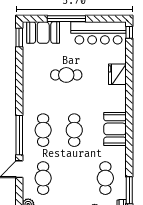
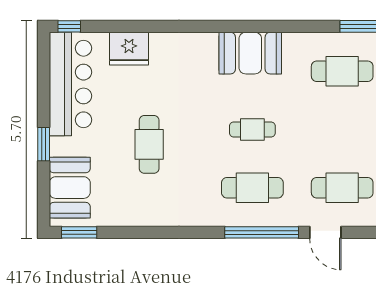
window: (66, 19) -> (44, 144), width x0.47
fridge: (117, 74) -> (129, 49), moved
cafe table: (74, 130) -> (252, 129), width x0.73, depth x0.74

